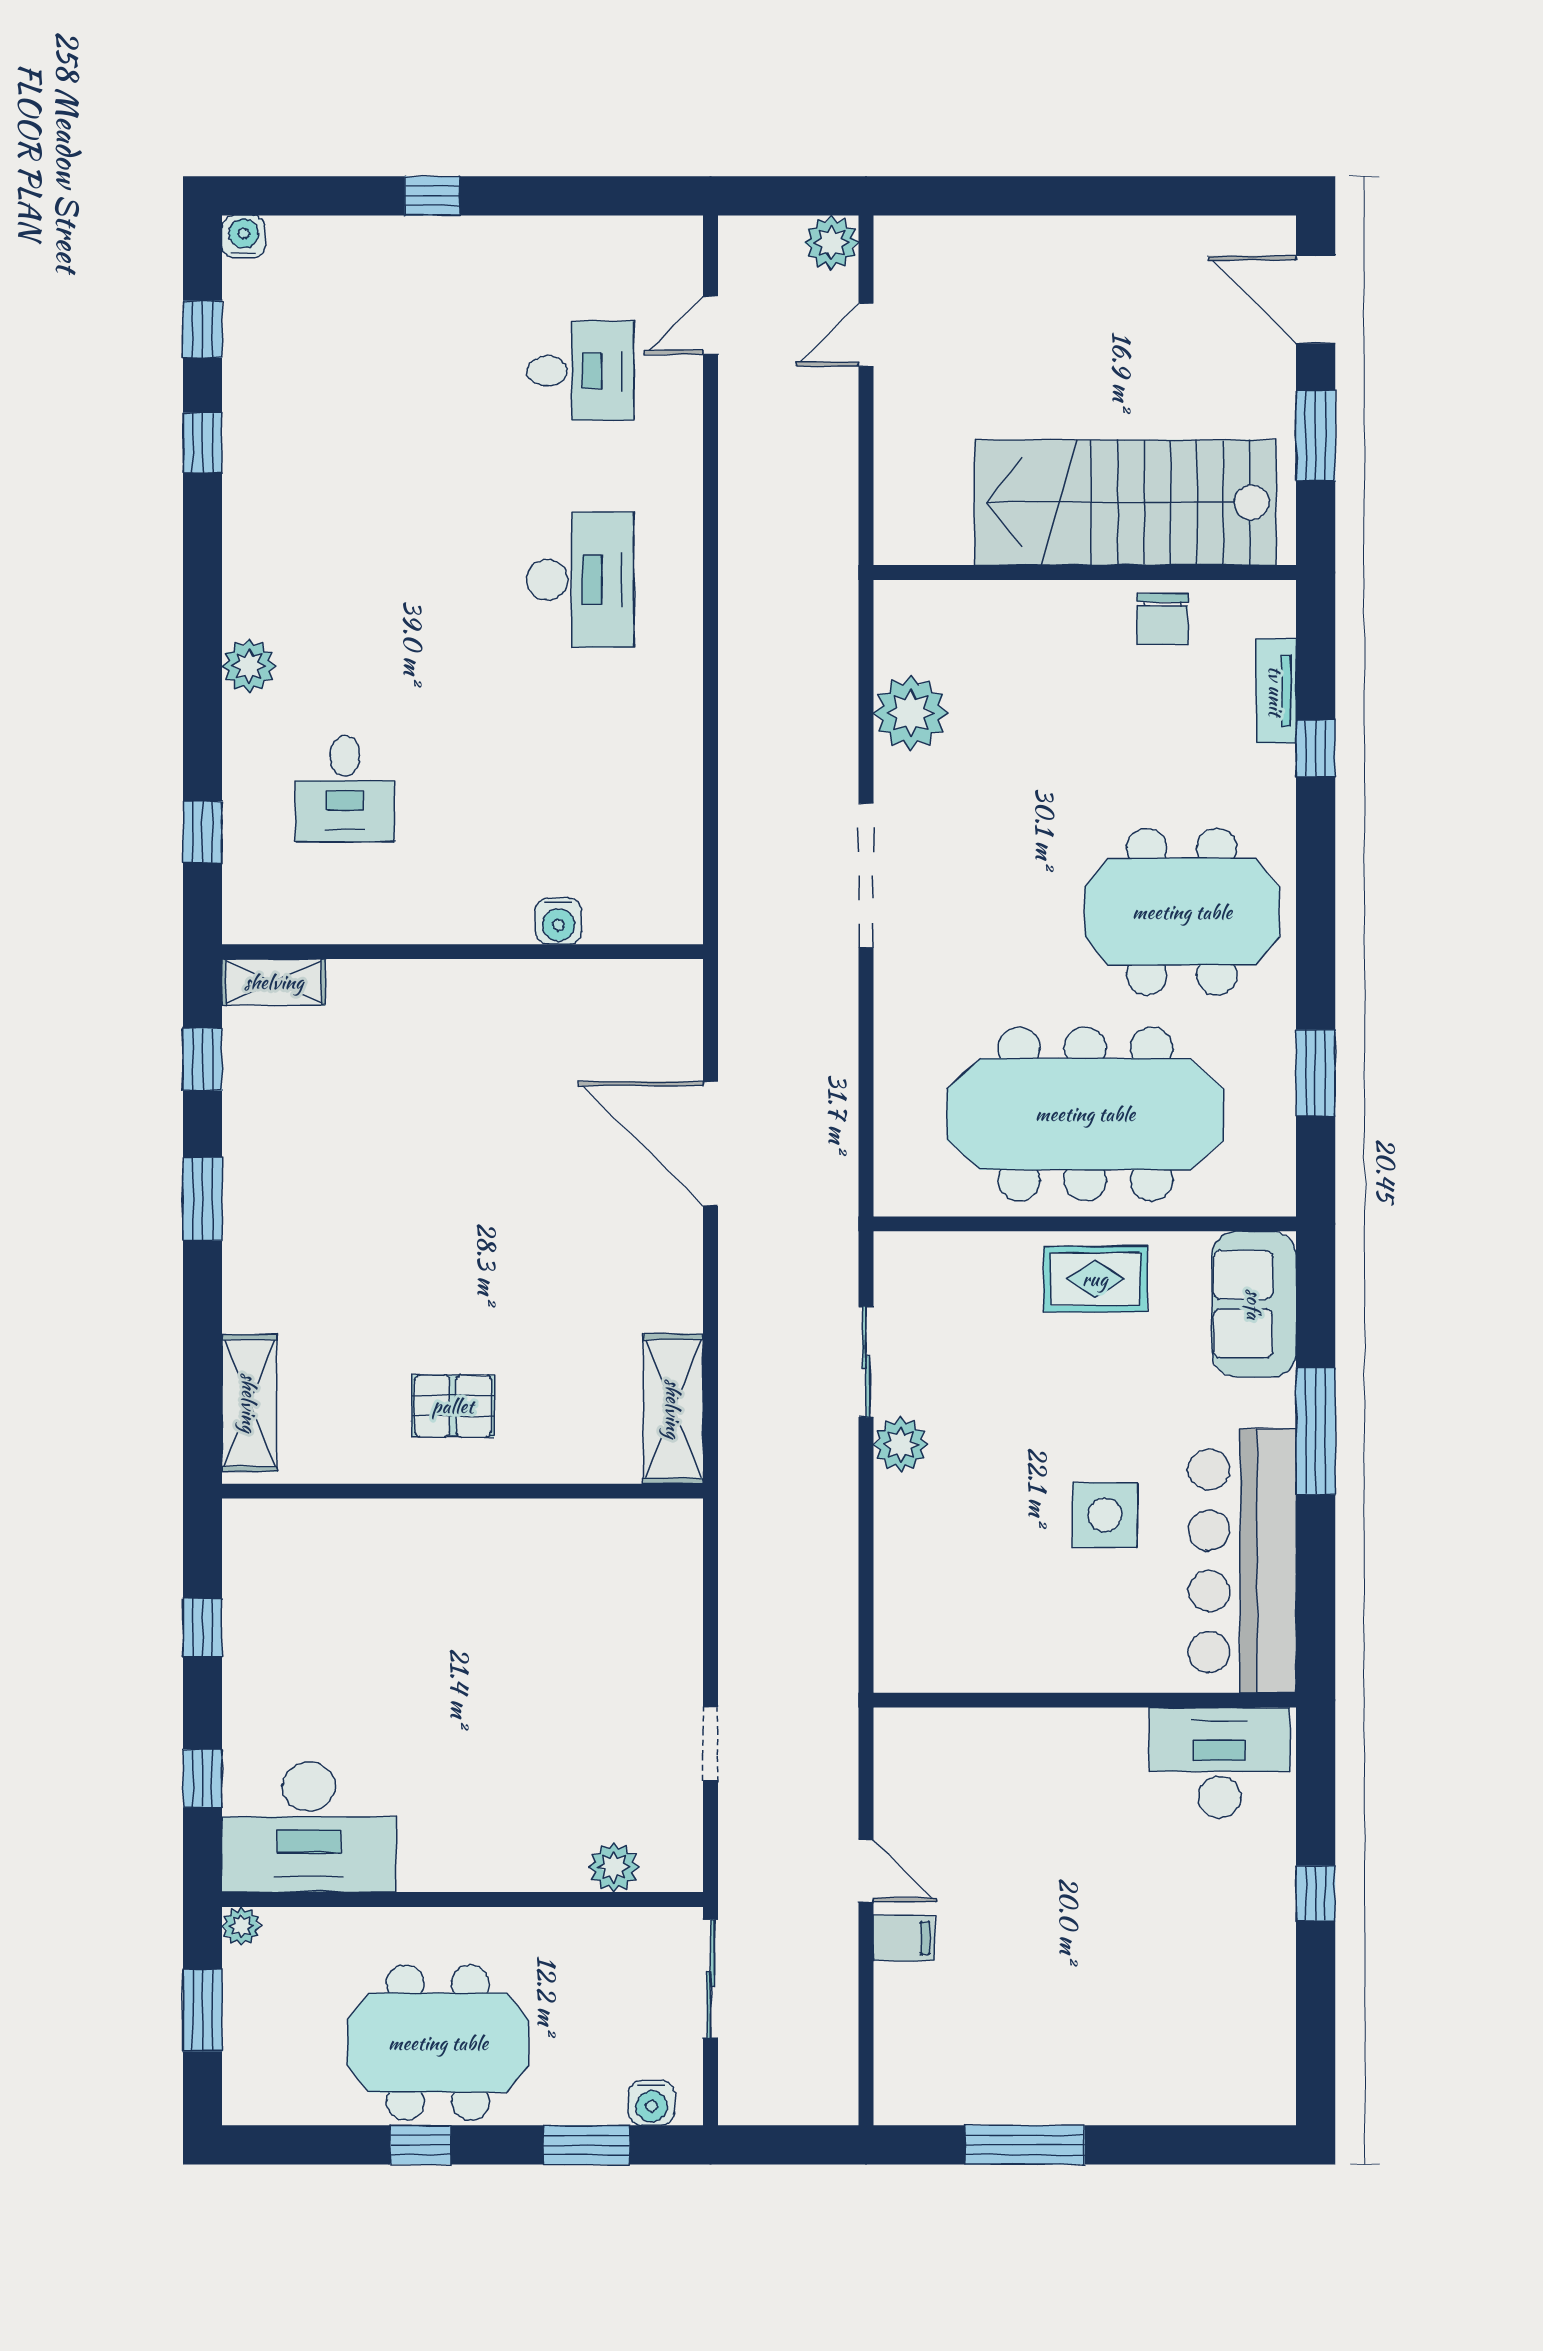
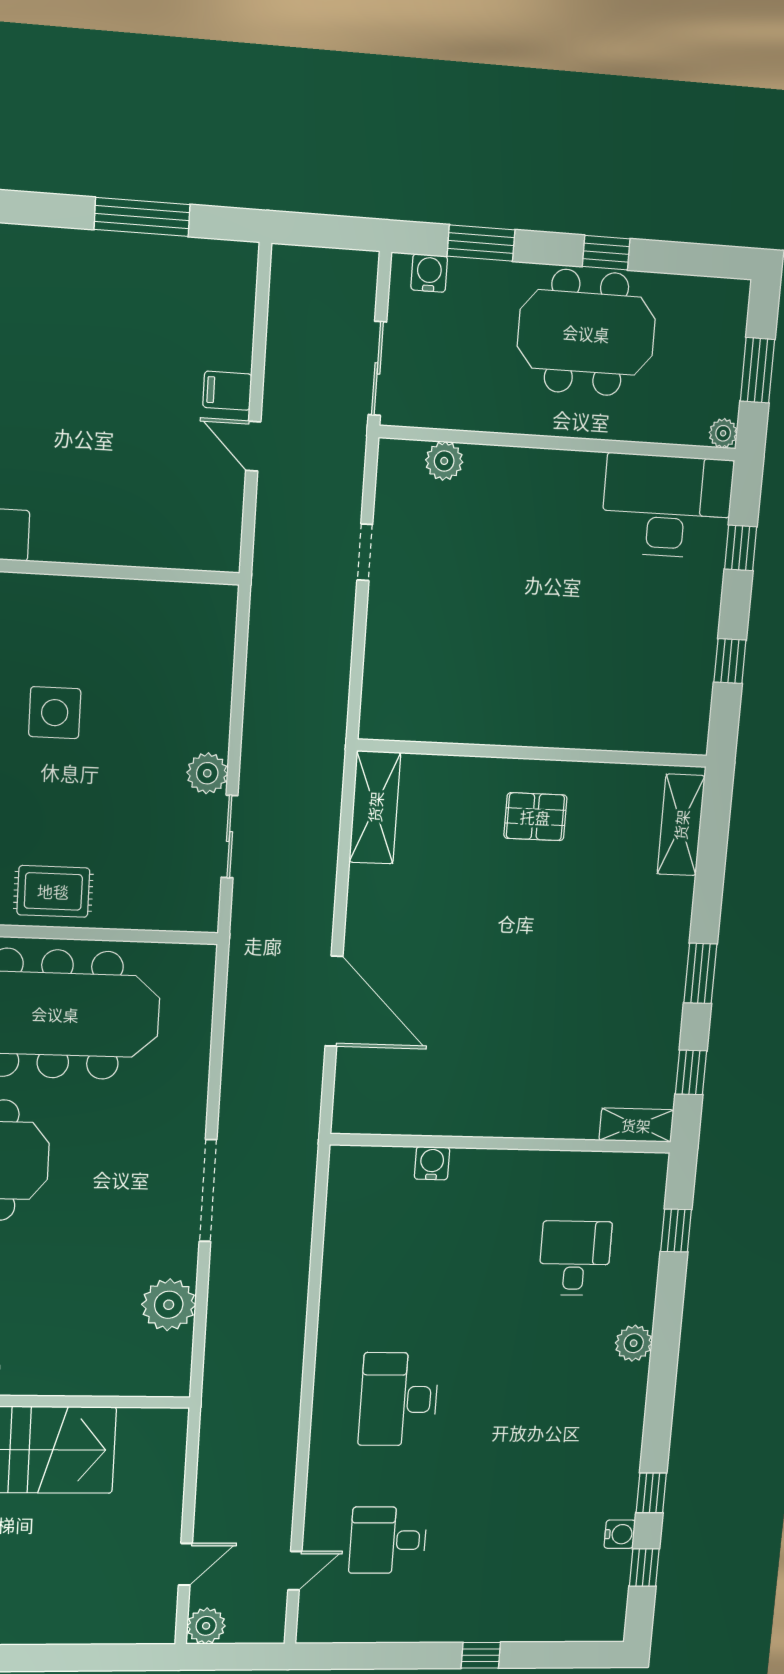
water cooler: (243, 237) -> (620, 1534), moved, turned -90

